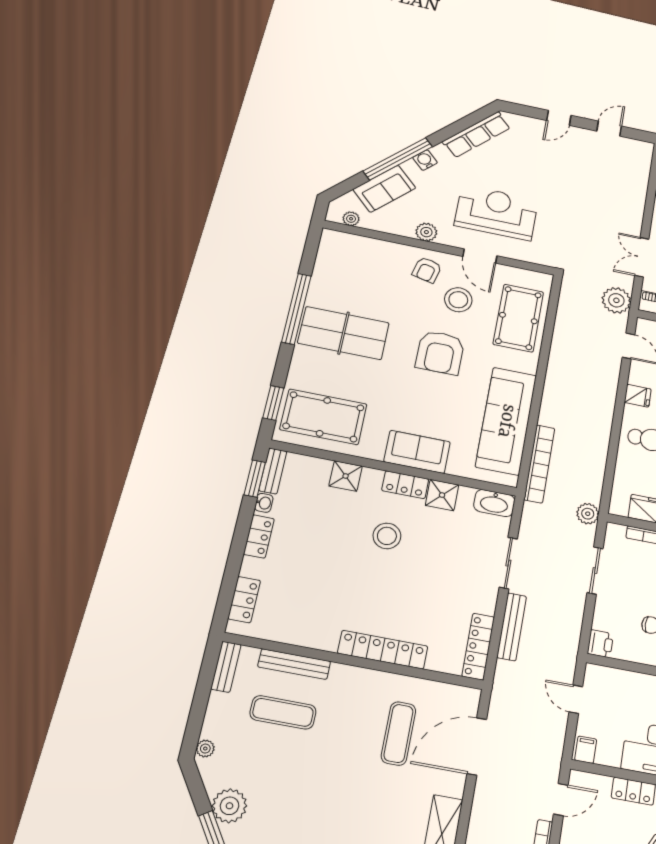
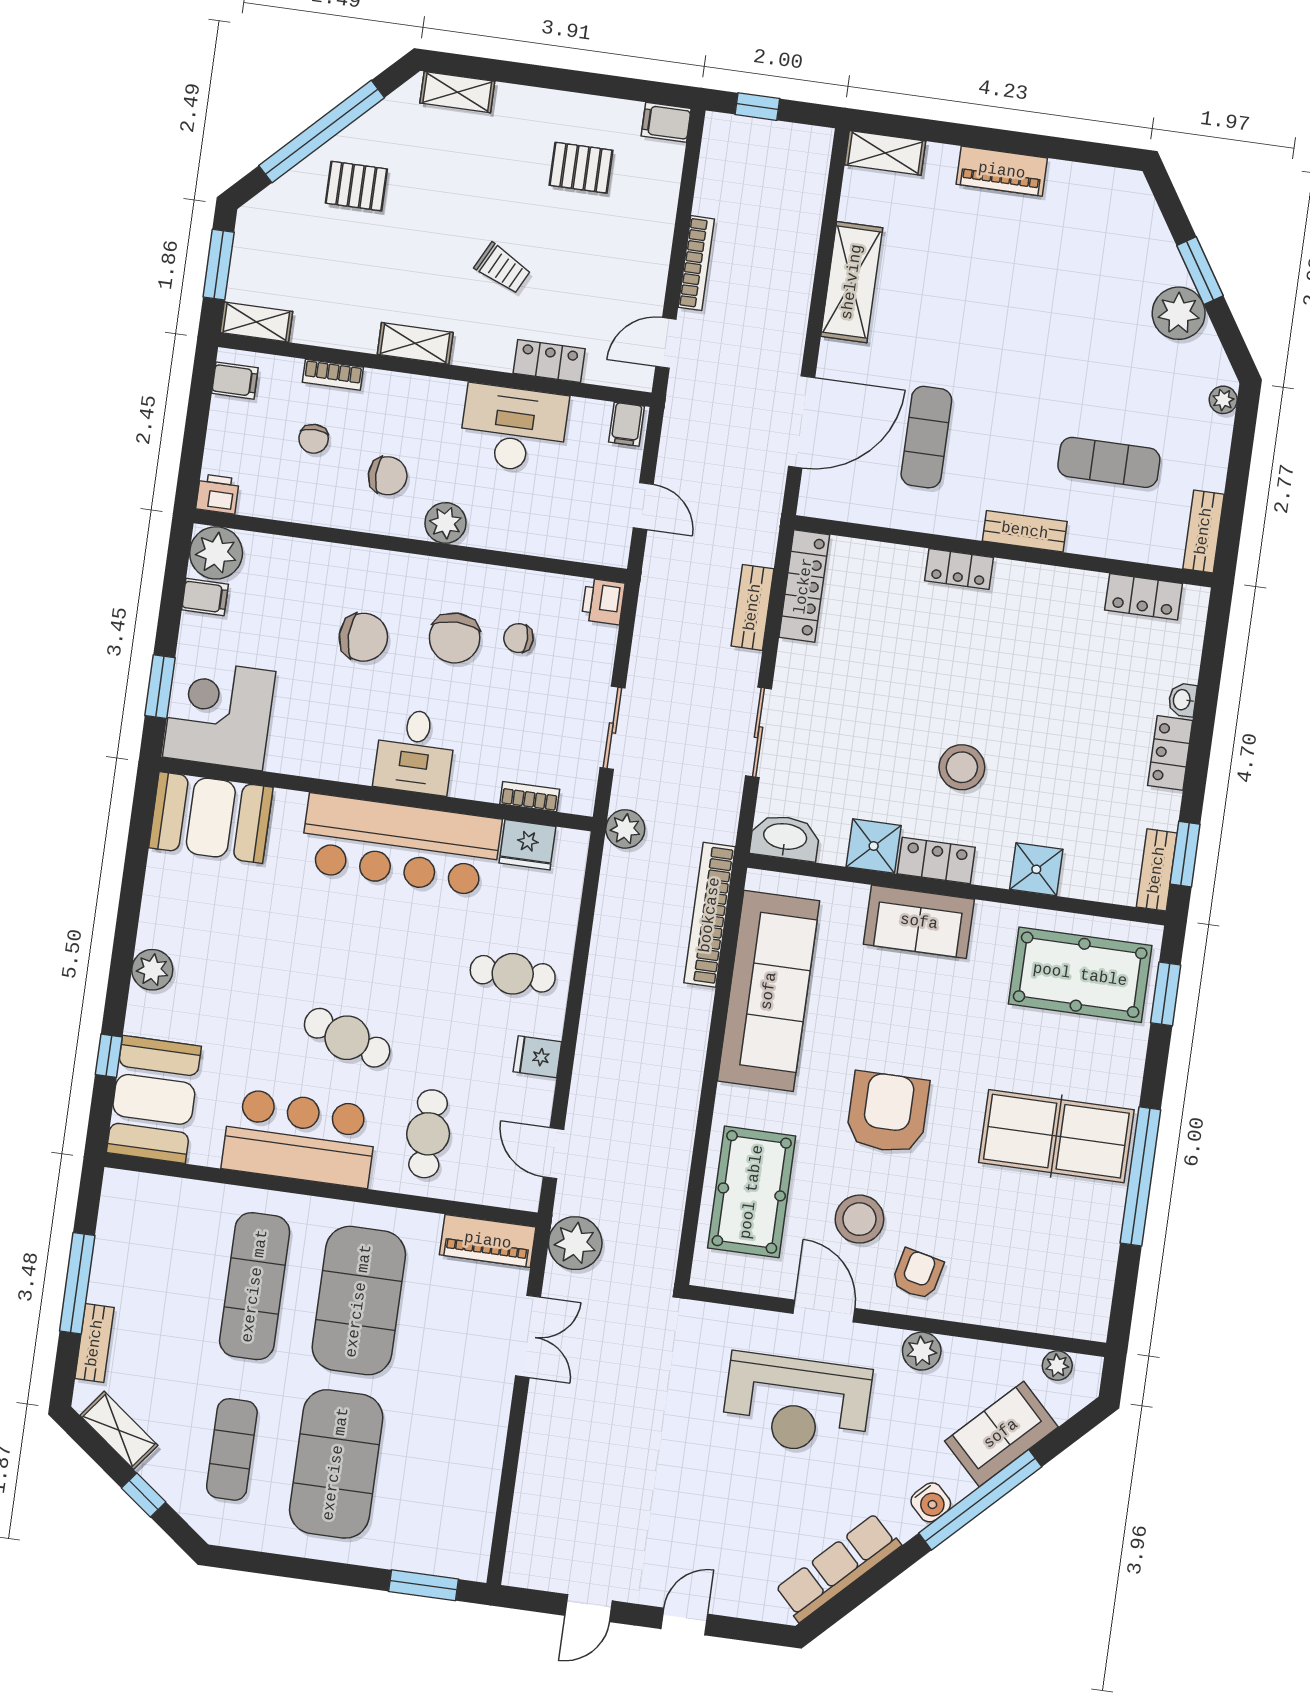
washbasin: (264, 503) -> (1182, 700), moved
locker: (244, 600) -> (1144, 597), moved, turned -90
bench: (512, 627) -> (753, 607), width x0.73
locker: (383, 650) -> (959, 569), width x0.46, depth x0.83
bench: (294, 664) -> (1025, 531), moved, width x0.73

